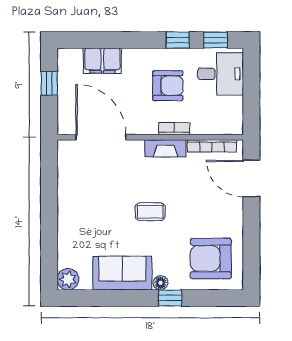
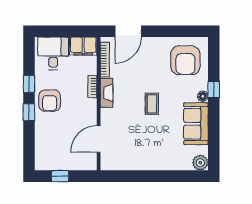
window: (215, 40) -> (29, 112), moved
filing cabinet: (102, 61) -> (83, 46), moved, turned 90
armchair: (168, 86) -> (50, 101), moved, turned 180
door: (101, 137) -> (99, 139), width x0.73

